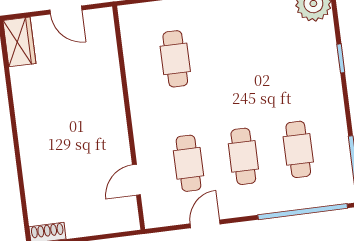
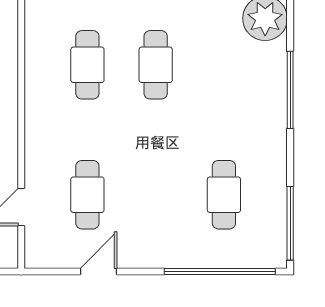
window: (341, 58) -> (290, 90), width x2.17
cafe table: (243, 156) -> (156, 65), moved

